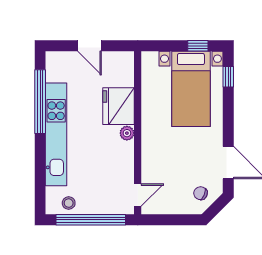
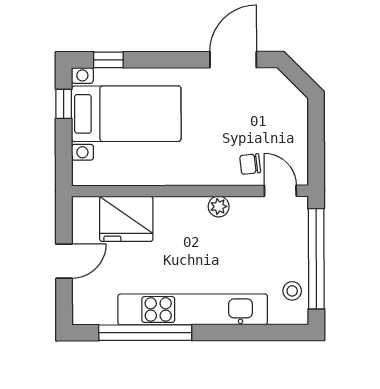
fridge: (119, 106) -> (126, 219), moved
plant: (127, 133) -> (219, 207), moved
chair: (200, 193) -> (250, 164), moved, turned 61

